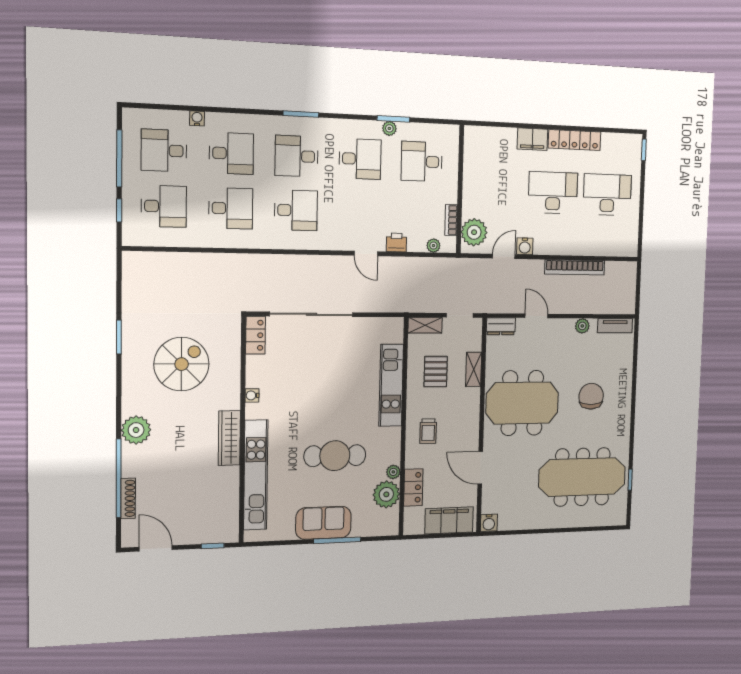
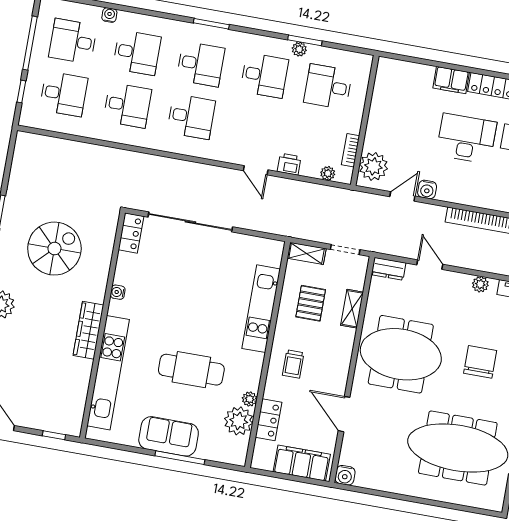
desk: (297, 156) -> (201, 64), turned 180

